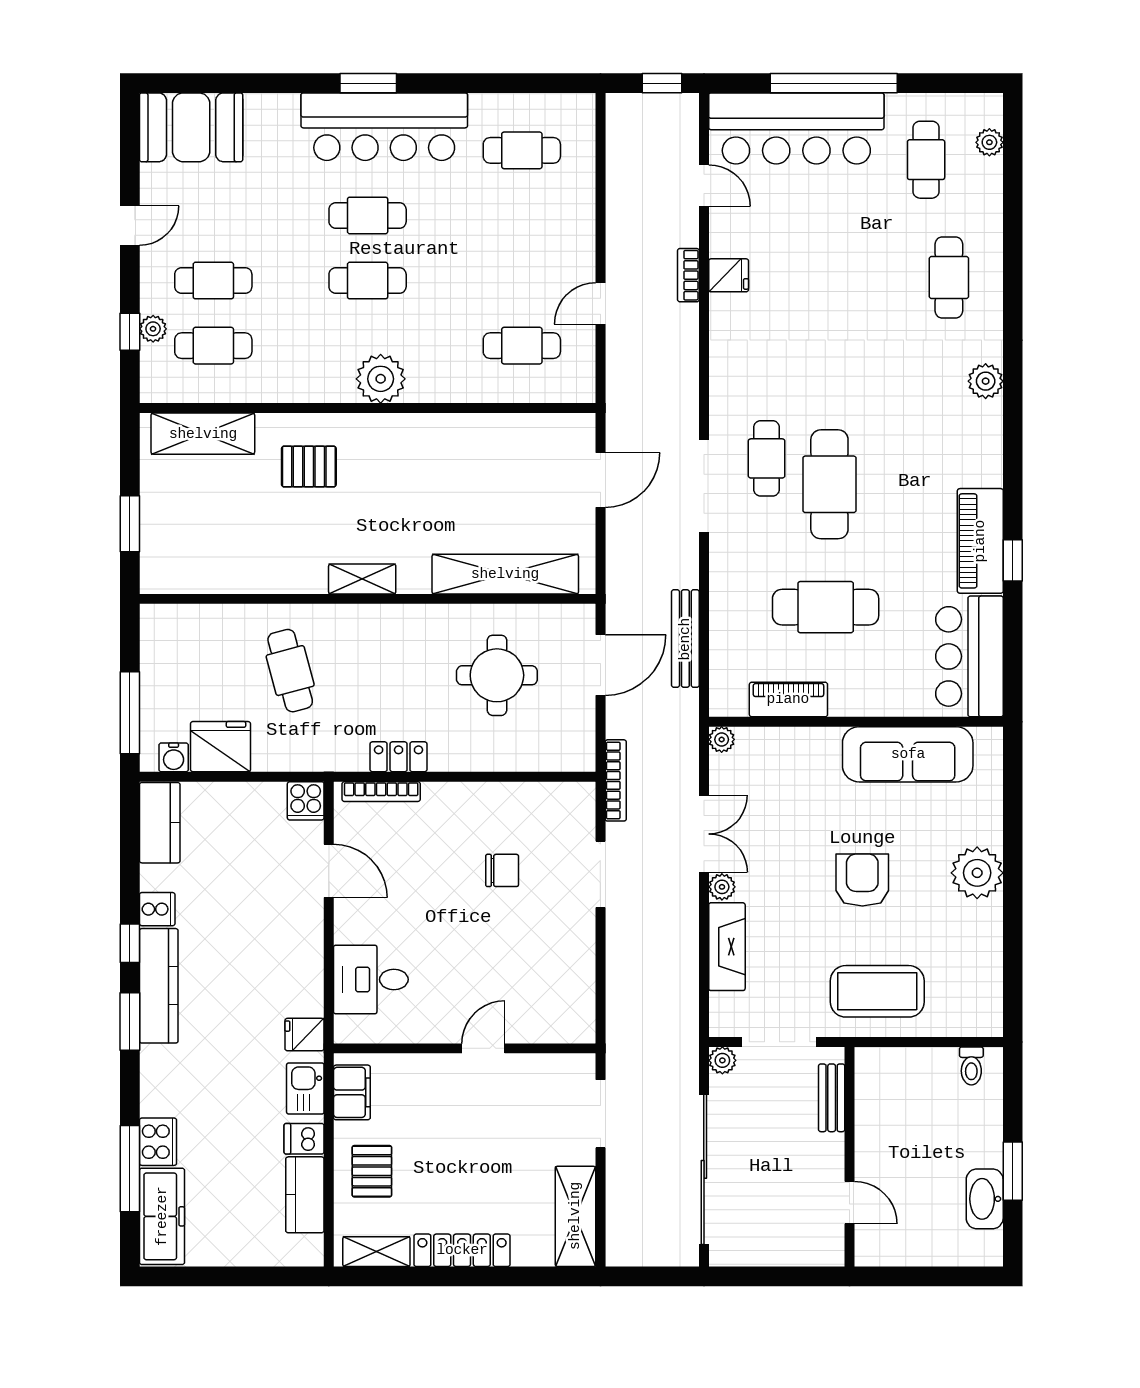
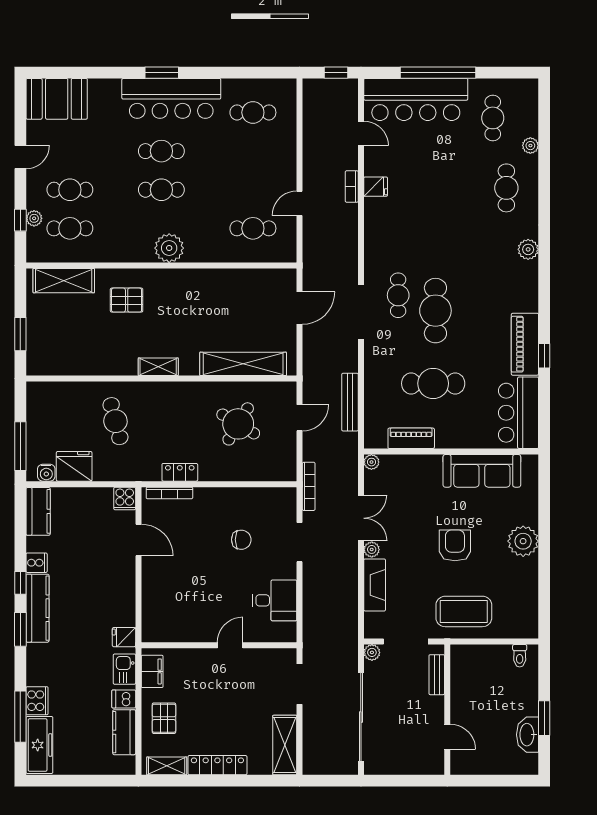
plant: (989, 142) -> (530, 146), moved
door: (600, 665) -> (300, 418), width x0.73
round table: (497, 675) -> (238, 424), turned 31
desk: (371, 979) -> (275, 600), moved, turned 180

